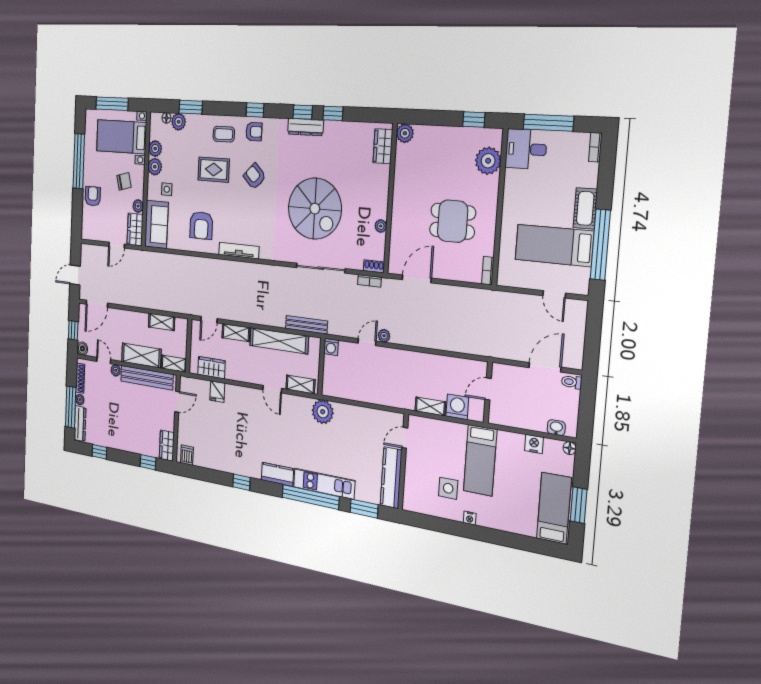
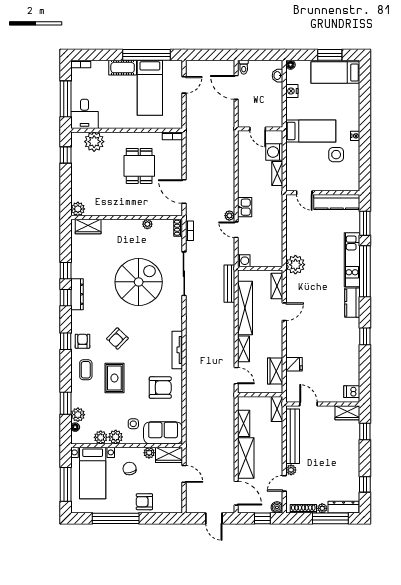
shelving: (141, 355) -> (246, 458), moved
kitchen sink: (393, 357) -> (245, 207), added

